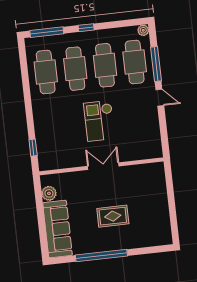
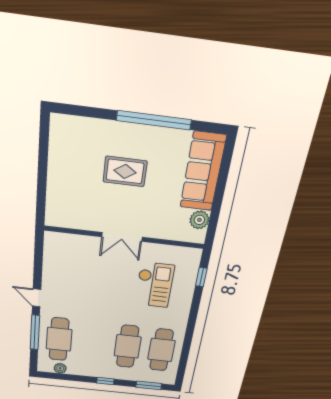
plant: (143, 30) -> (60, 368), moved
window: (47, 32) -> (149, 385), width x0.69
cafe table: (105, 65) -> (93, 343), removed
checkout: (99, 121) -> (154, 285), moved

